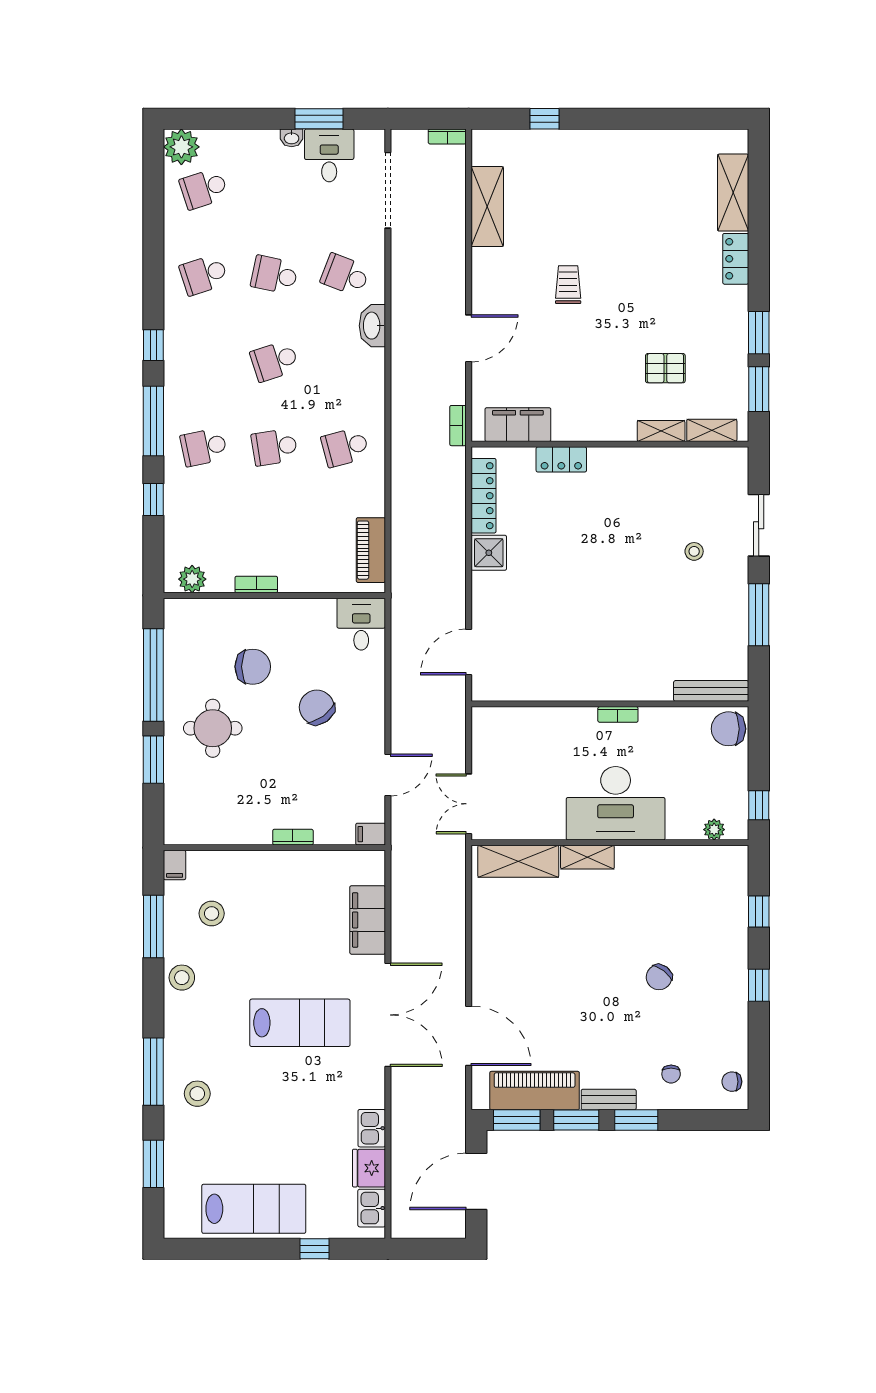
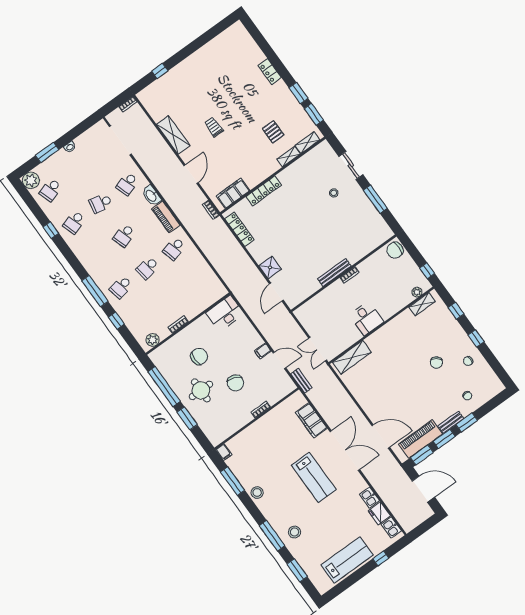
window: (319, 119) -> (47, 153), moved
desk: (329, 155) -> (89, 143), removed
shelving: (733, 193) -> (251, 47), removed
shelving: (487, 207) -> (173, 135), moved
school desk: (345, 275) -> (127, 184), turned -39
window: (153, 345) -> (51, 230), moved
pallet: (665, 368) -> (273, 132), turned 90
locker: (561, 459) -> (264, 191), width x1.53
piano: (371, 550) -> (166, 217), moved
shower: (489, 553) -> (270, 267), moved
desk: (361, 624) -> (225, 313), width x1.37
bench: (711, 691) -> (334, 272), moved
chair: (317, 707) -> (235, 383), moved, turned -123
door: (388, 775) -> (279, 360), hinge flipped
desk: (616, 803) -> (366, 318), width x0.53, depth x0.77
filing cabinet: (371, 834) -> (263, 351), moved
bench: (400, 838) -> (301, 381), added
shelving: (587, 857) -> (422, 304), moved
stool: (212, 913) -> (251, 460), removed
lab bench: (300, 1023) -> (314, 477), turned 90
chair: (732, 1082) -> (468, 361), moved
door: (476, 1181) -> (423, 489), swing flipped

